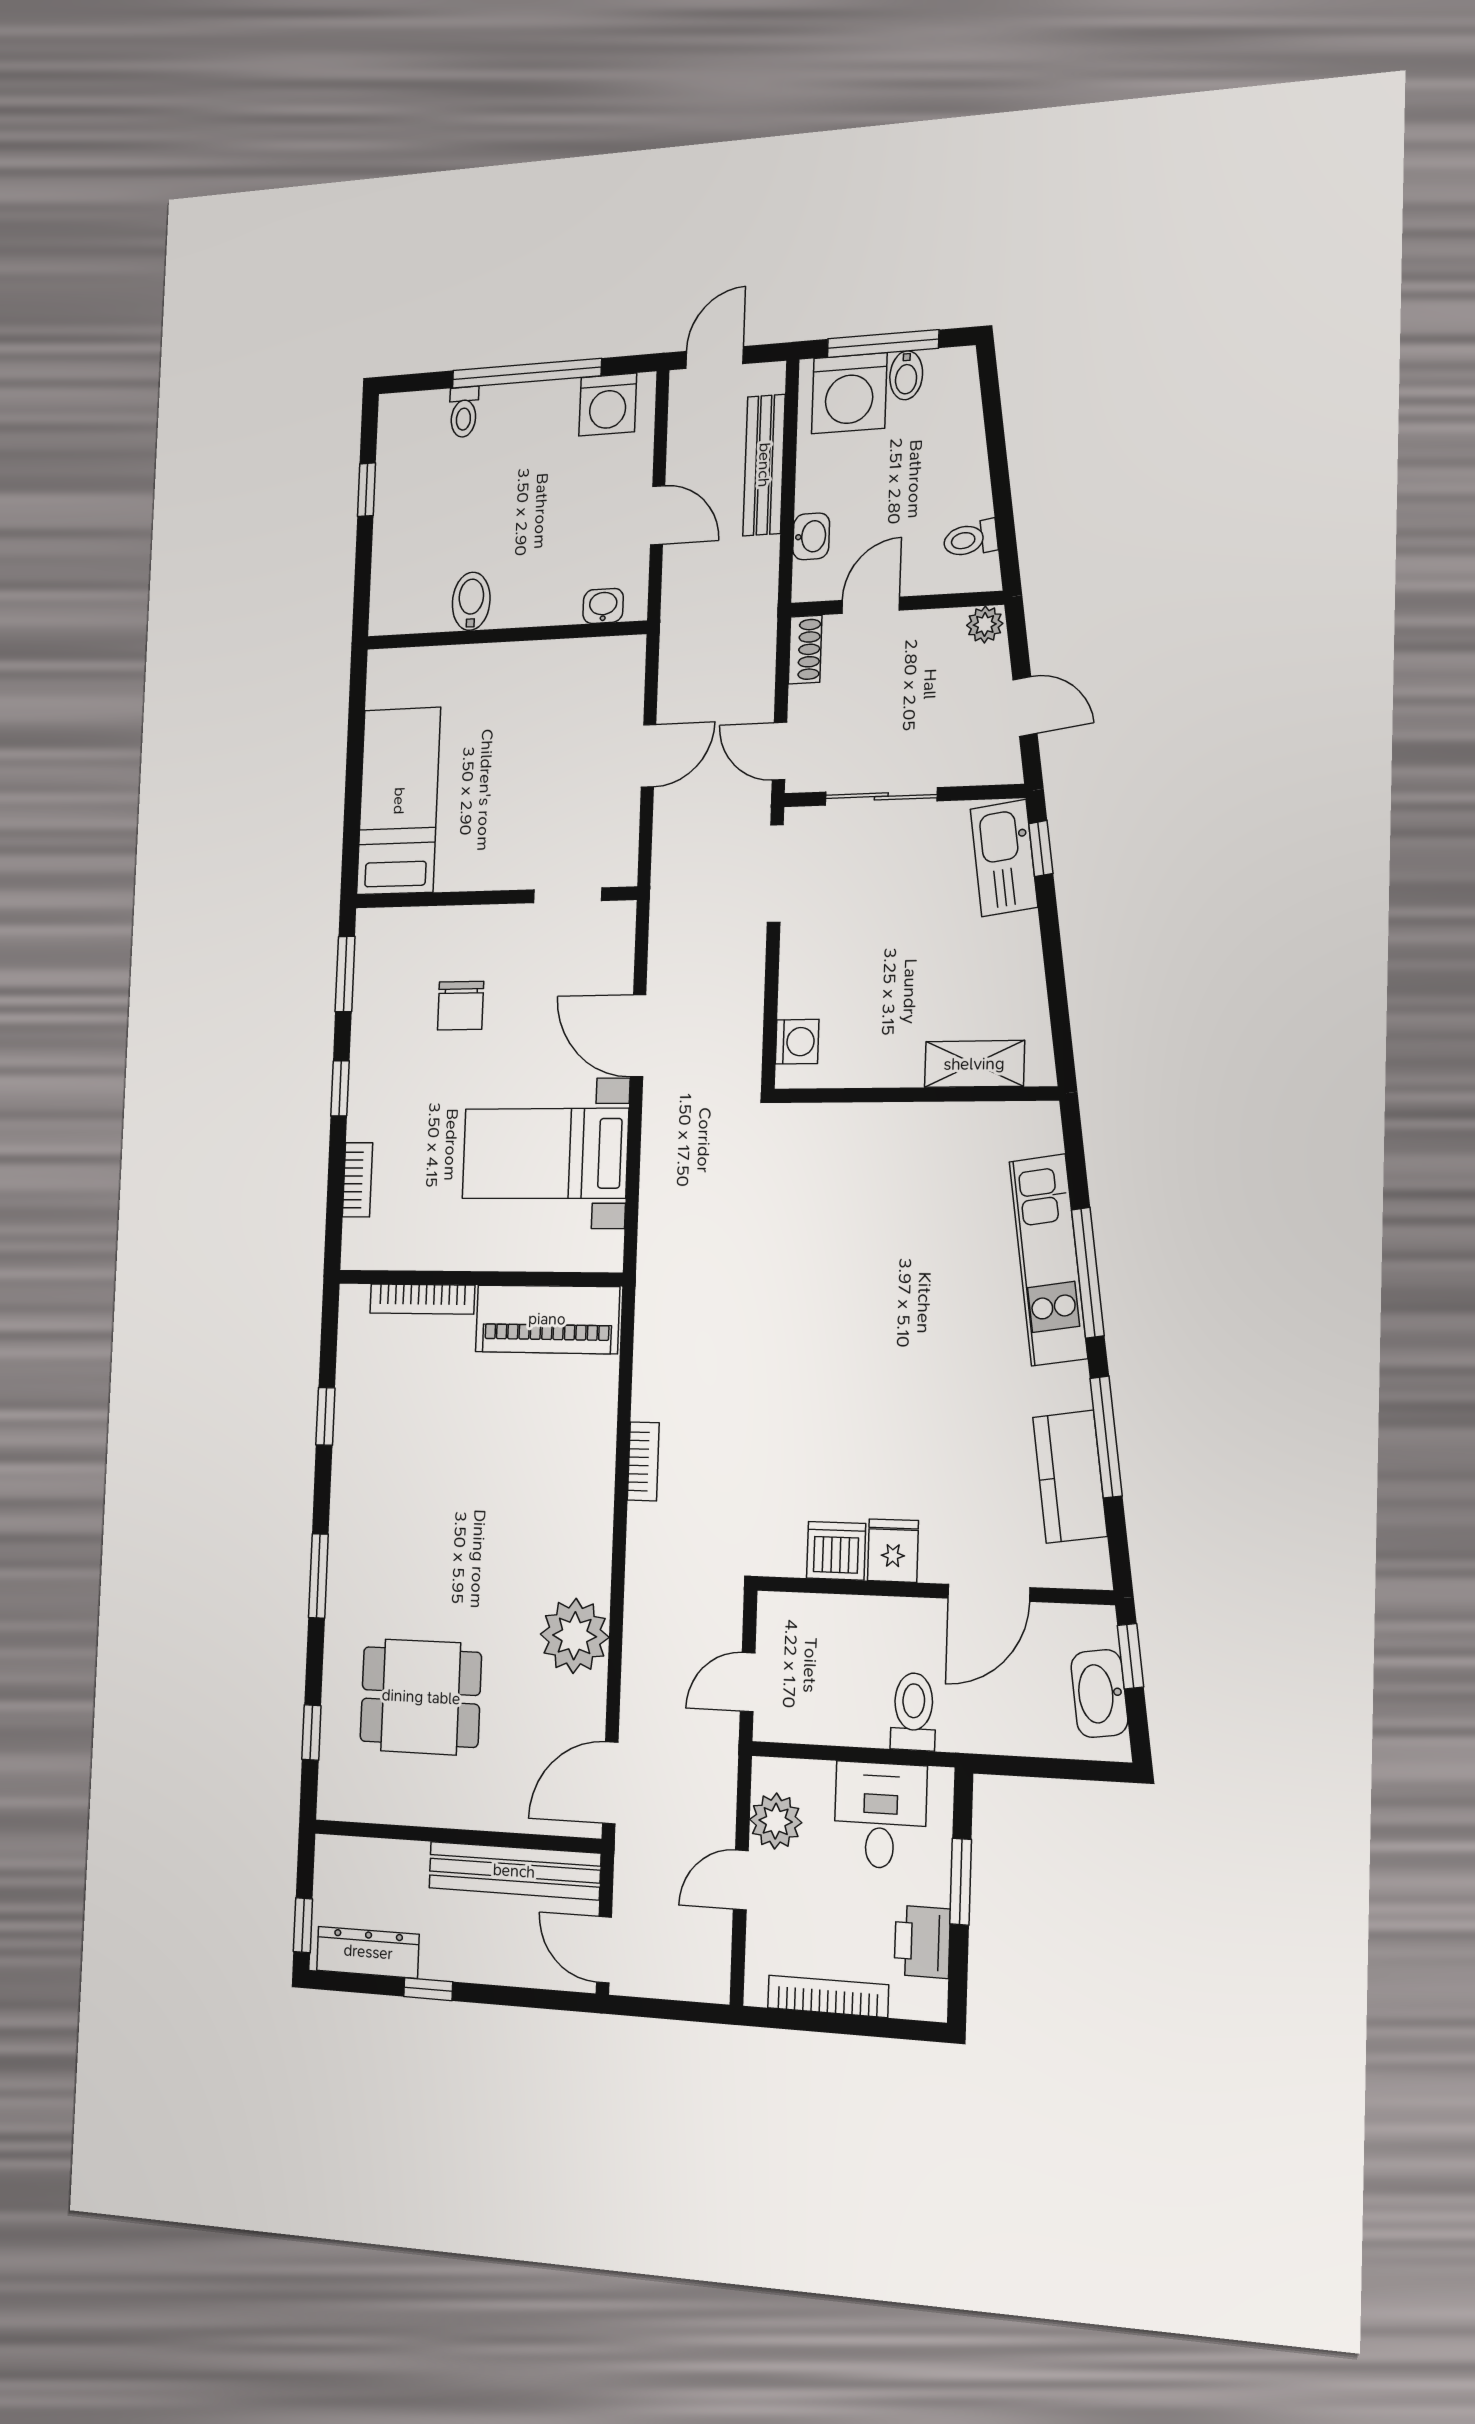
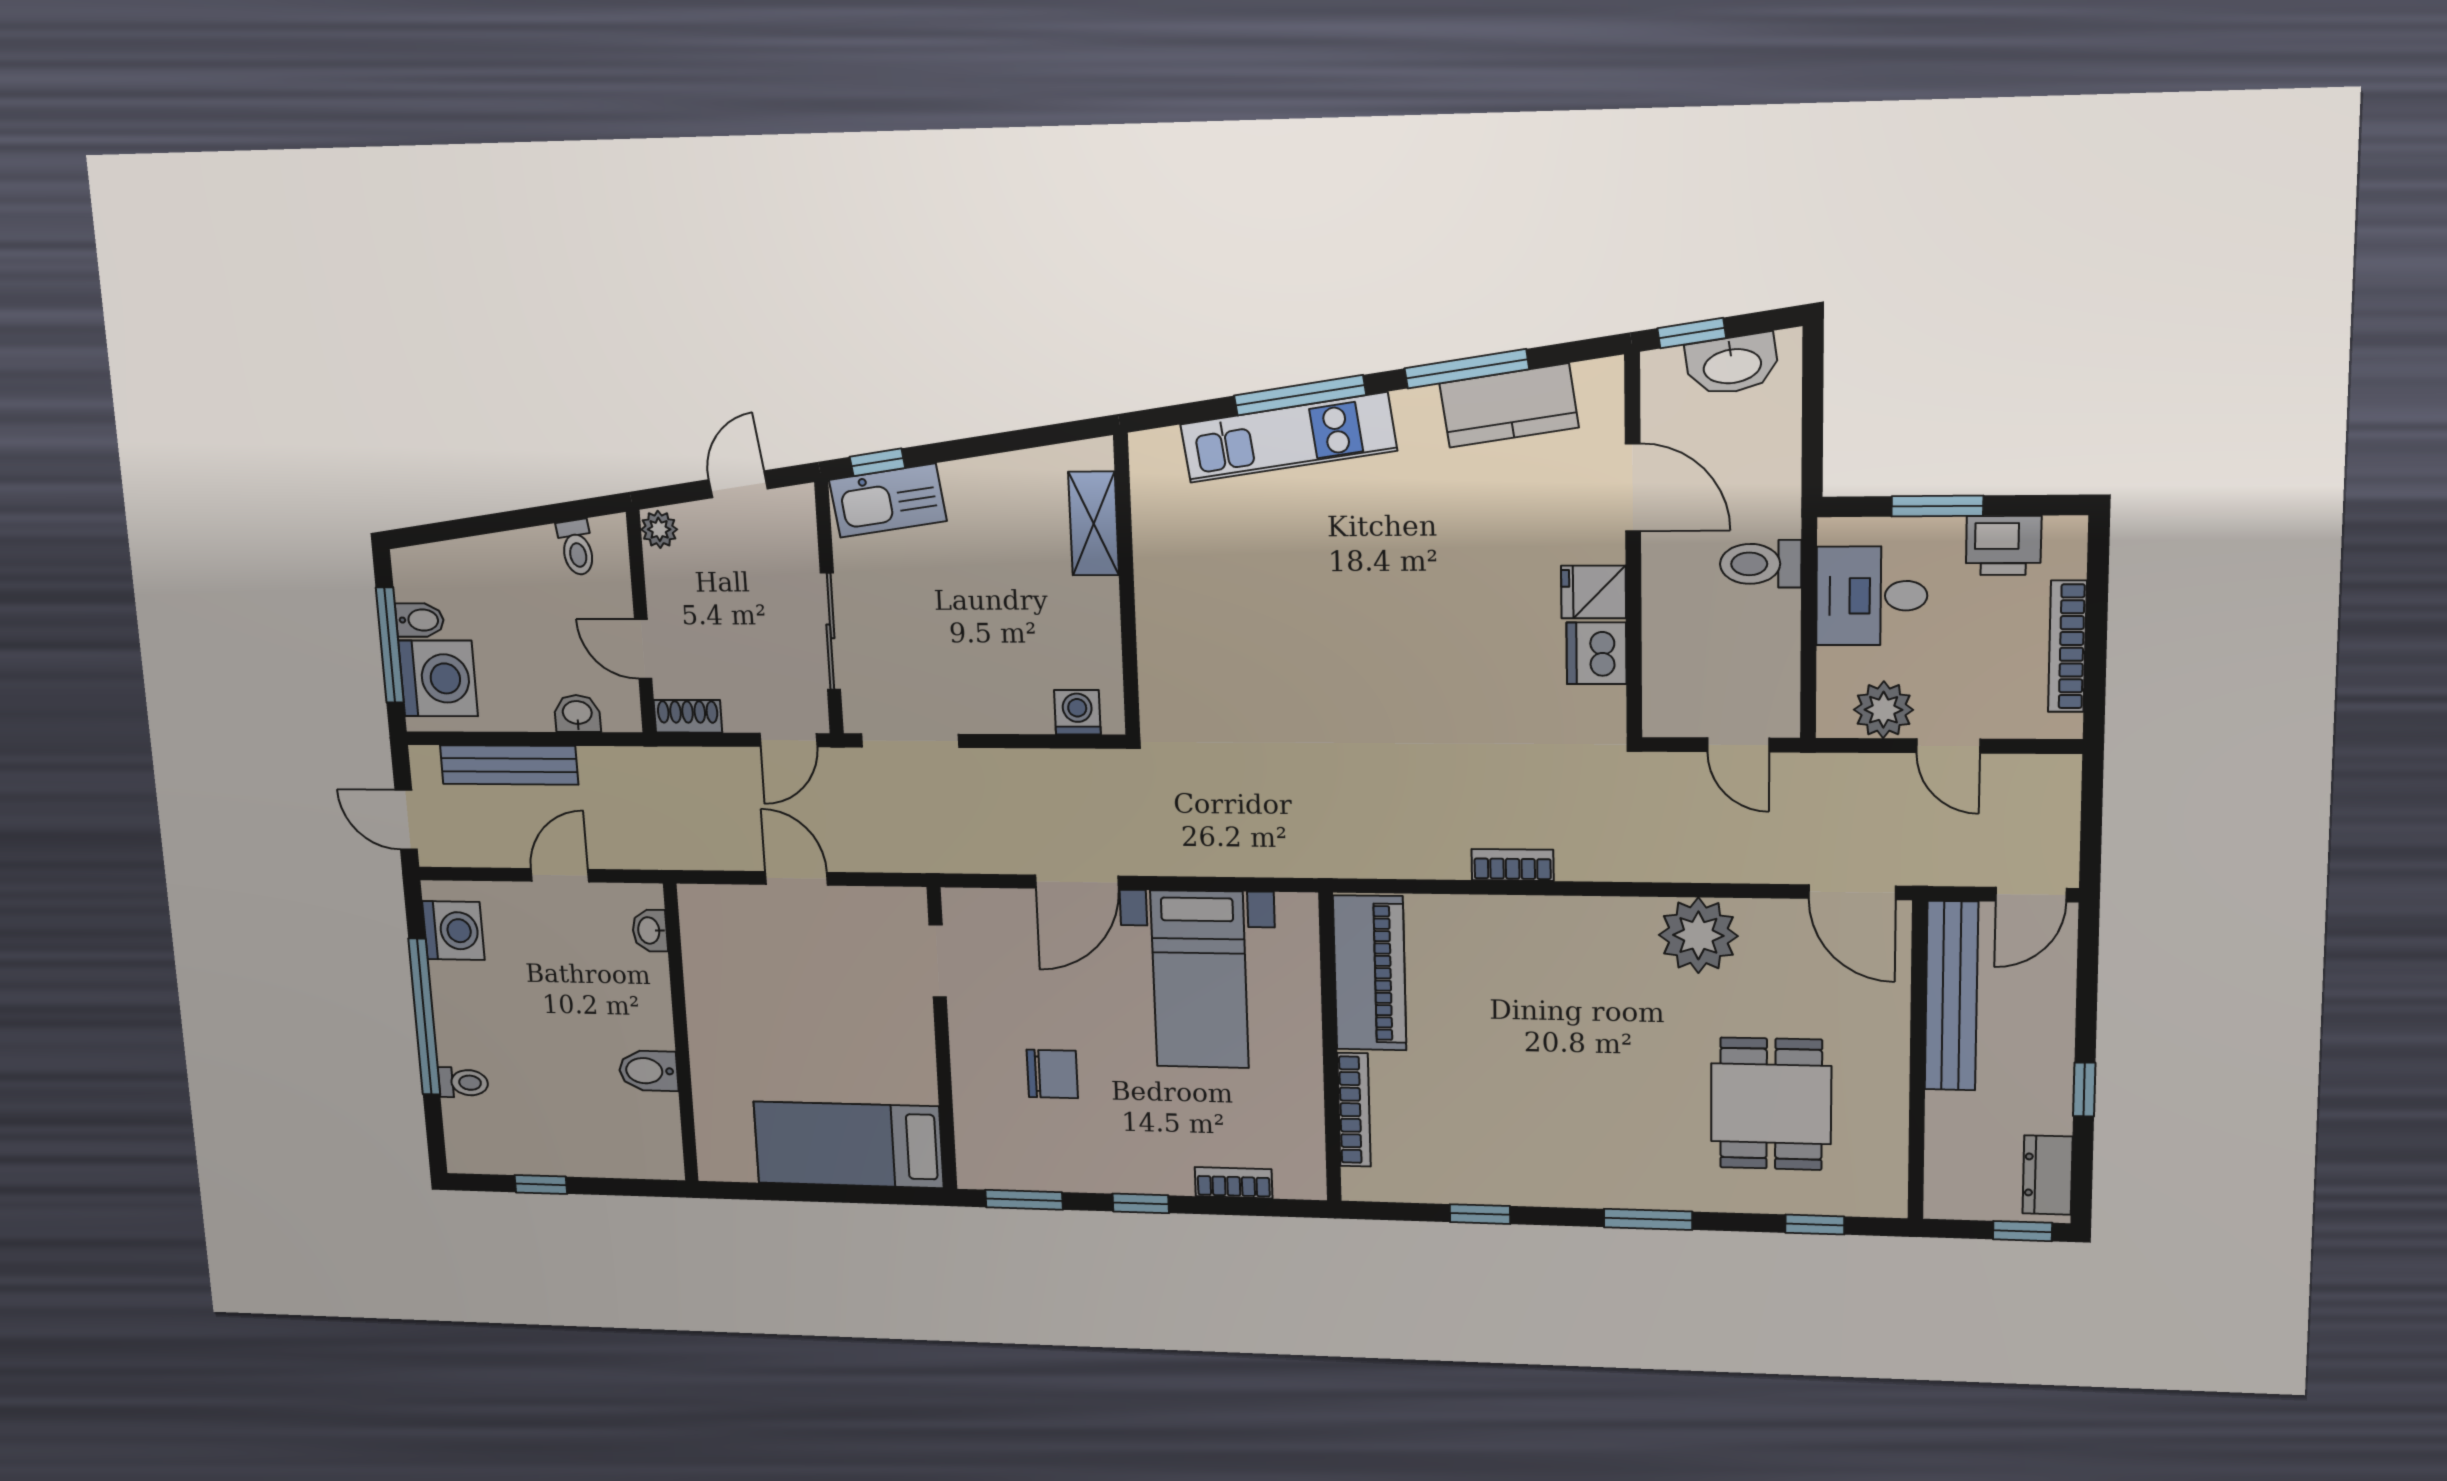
dresser: (368, 1952) -> (2048, 1175), width x0.70

